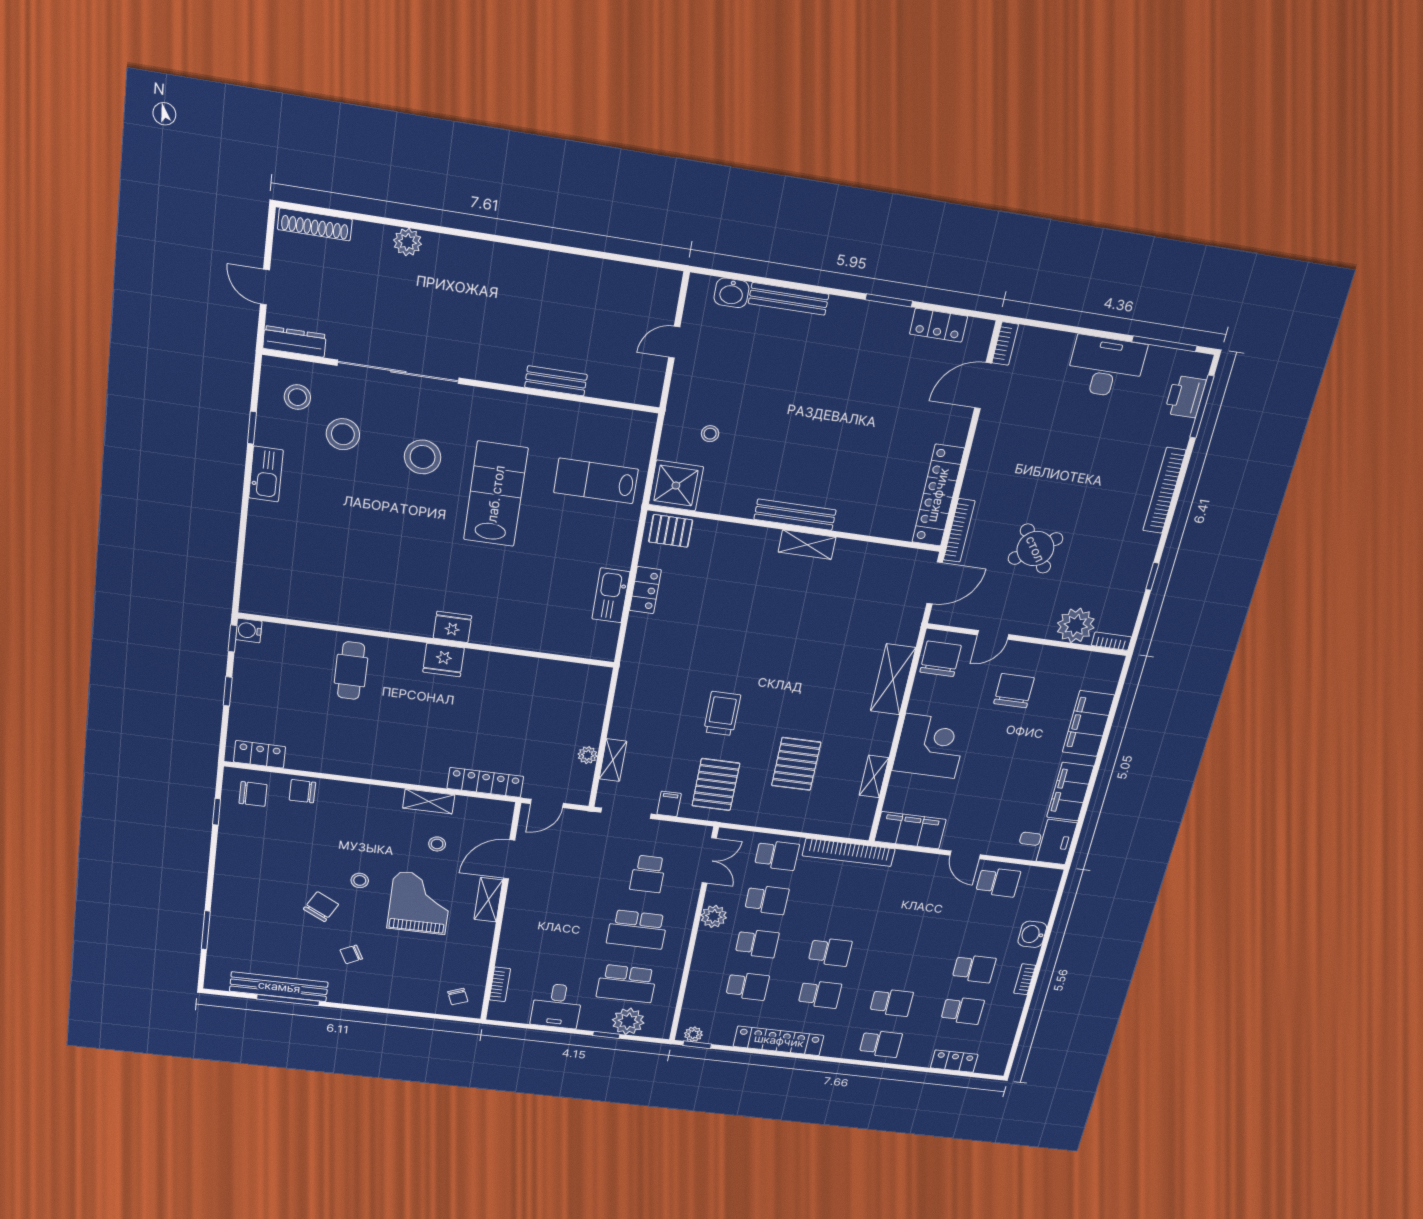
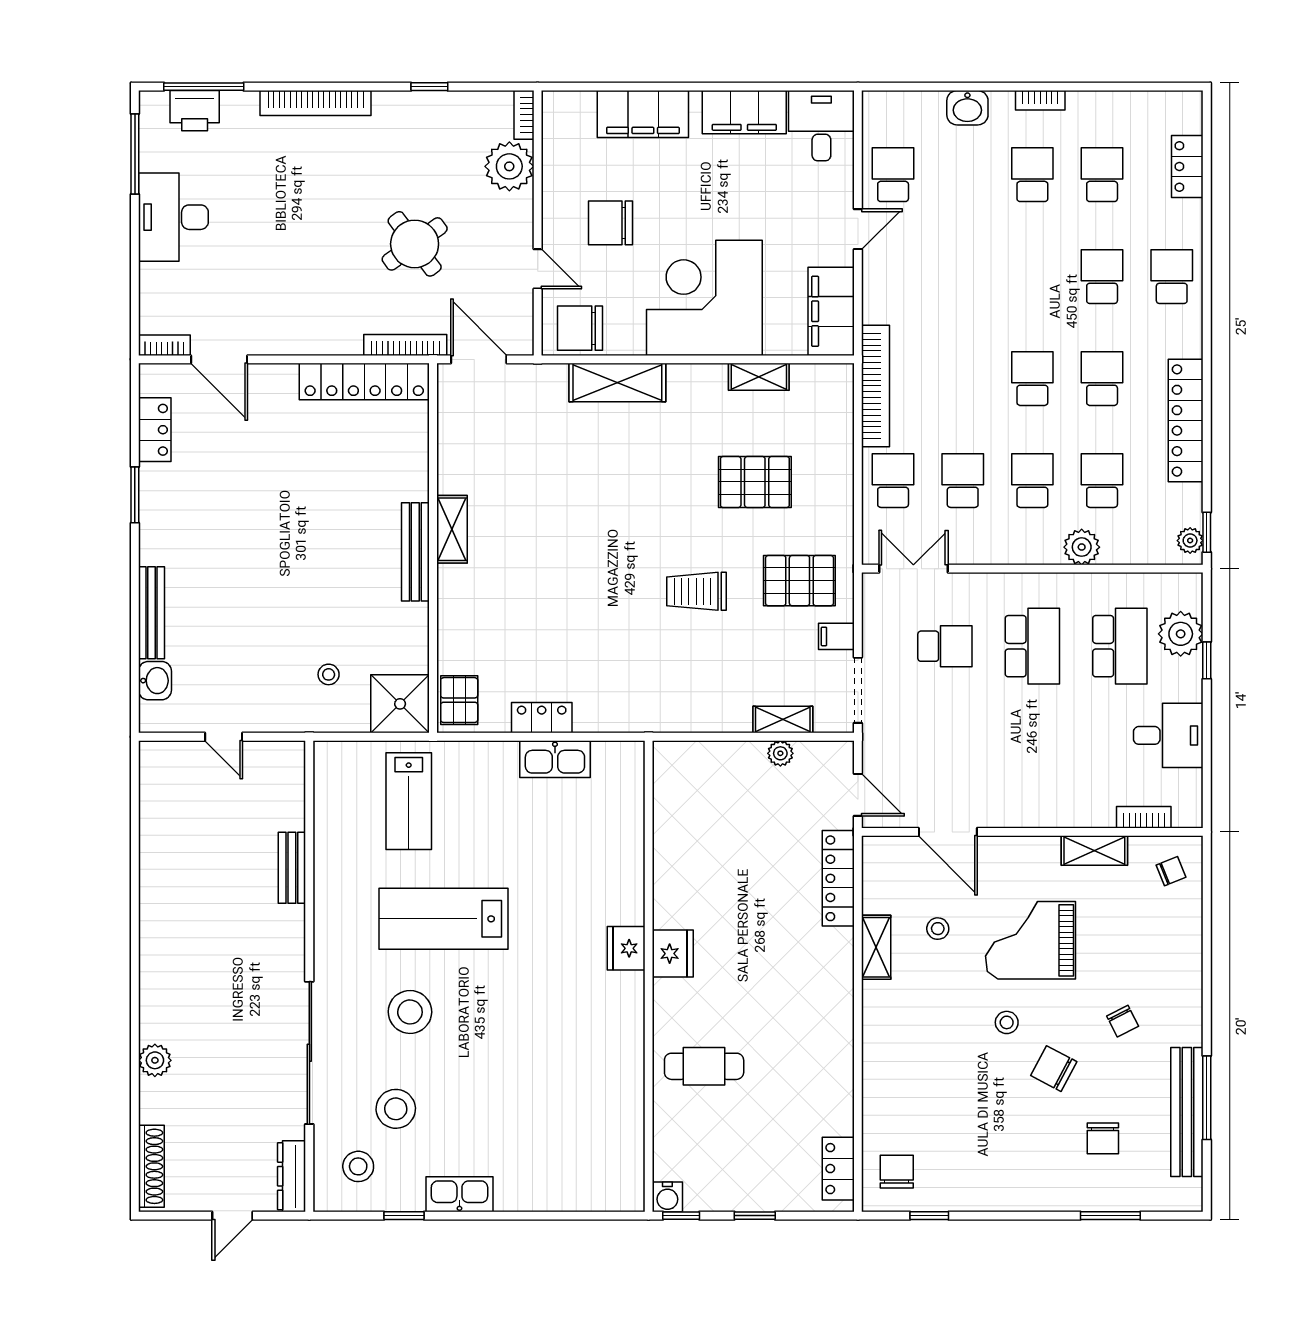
corner desk: (930, 746) -> (704, 298), width x1.36, depth x1.36
chair: (302, 791) -> (1103, 1138), moved
shelving: (488, 900) -> (1094, 851), moved
plant: (714, 916) -> (1082, 547), moved

